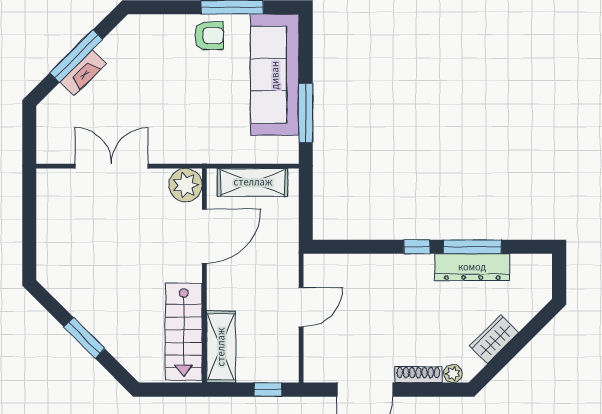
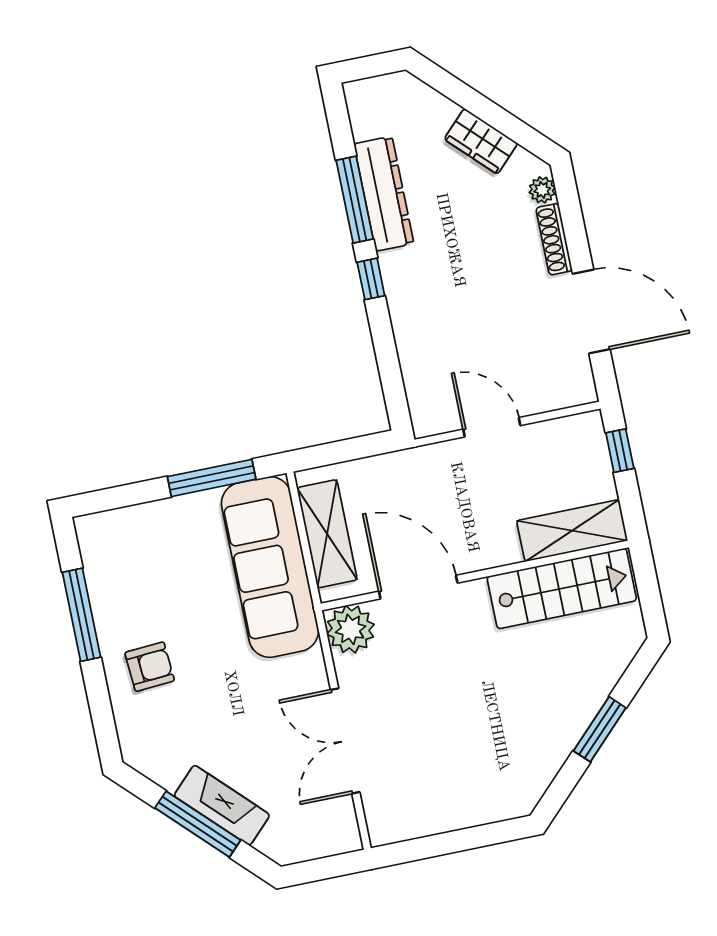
armchair: (209, 36) -> (150, 667), moved, turned 86
fireplace: (83, 73) -> (222, 805), width x1.37, depth x1.32
sofa: (275, 75) -> (270, 567), moved, turned 90

